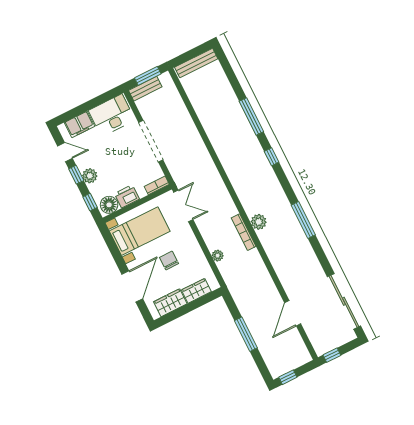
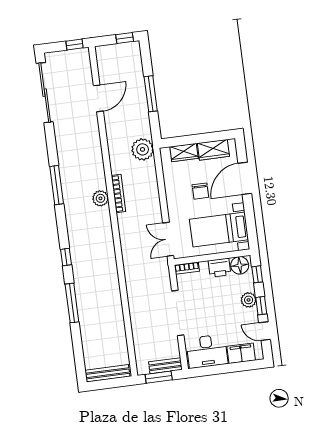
plant: (218, 256) -> (143, 149), moved, width x1.88, depth x1.88

